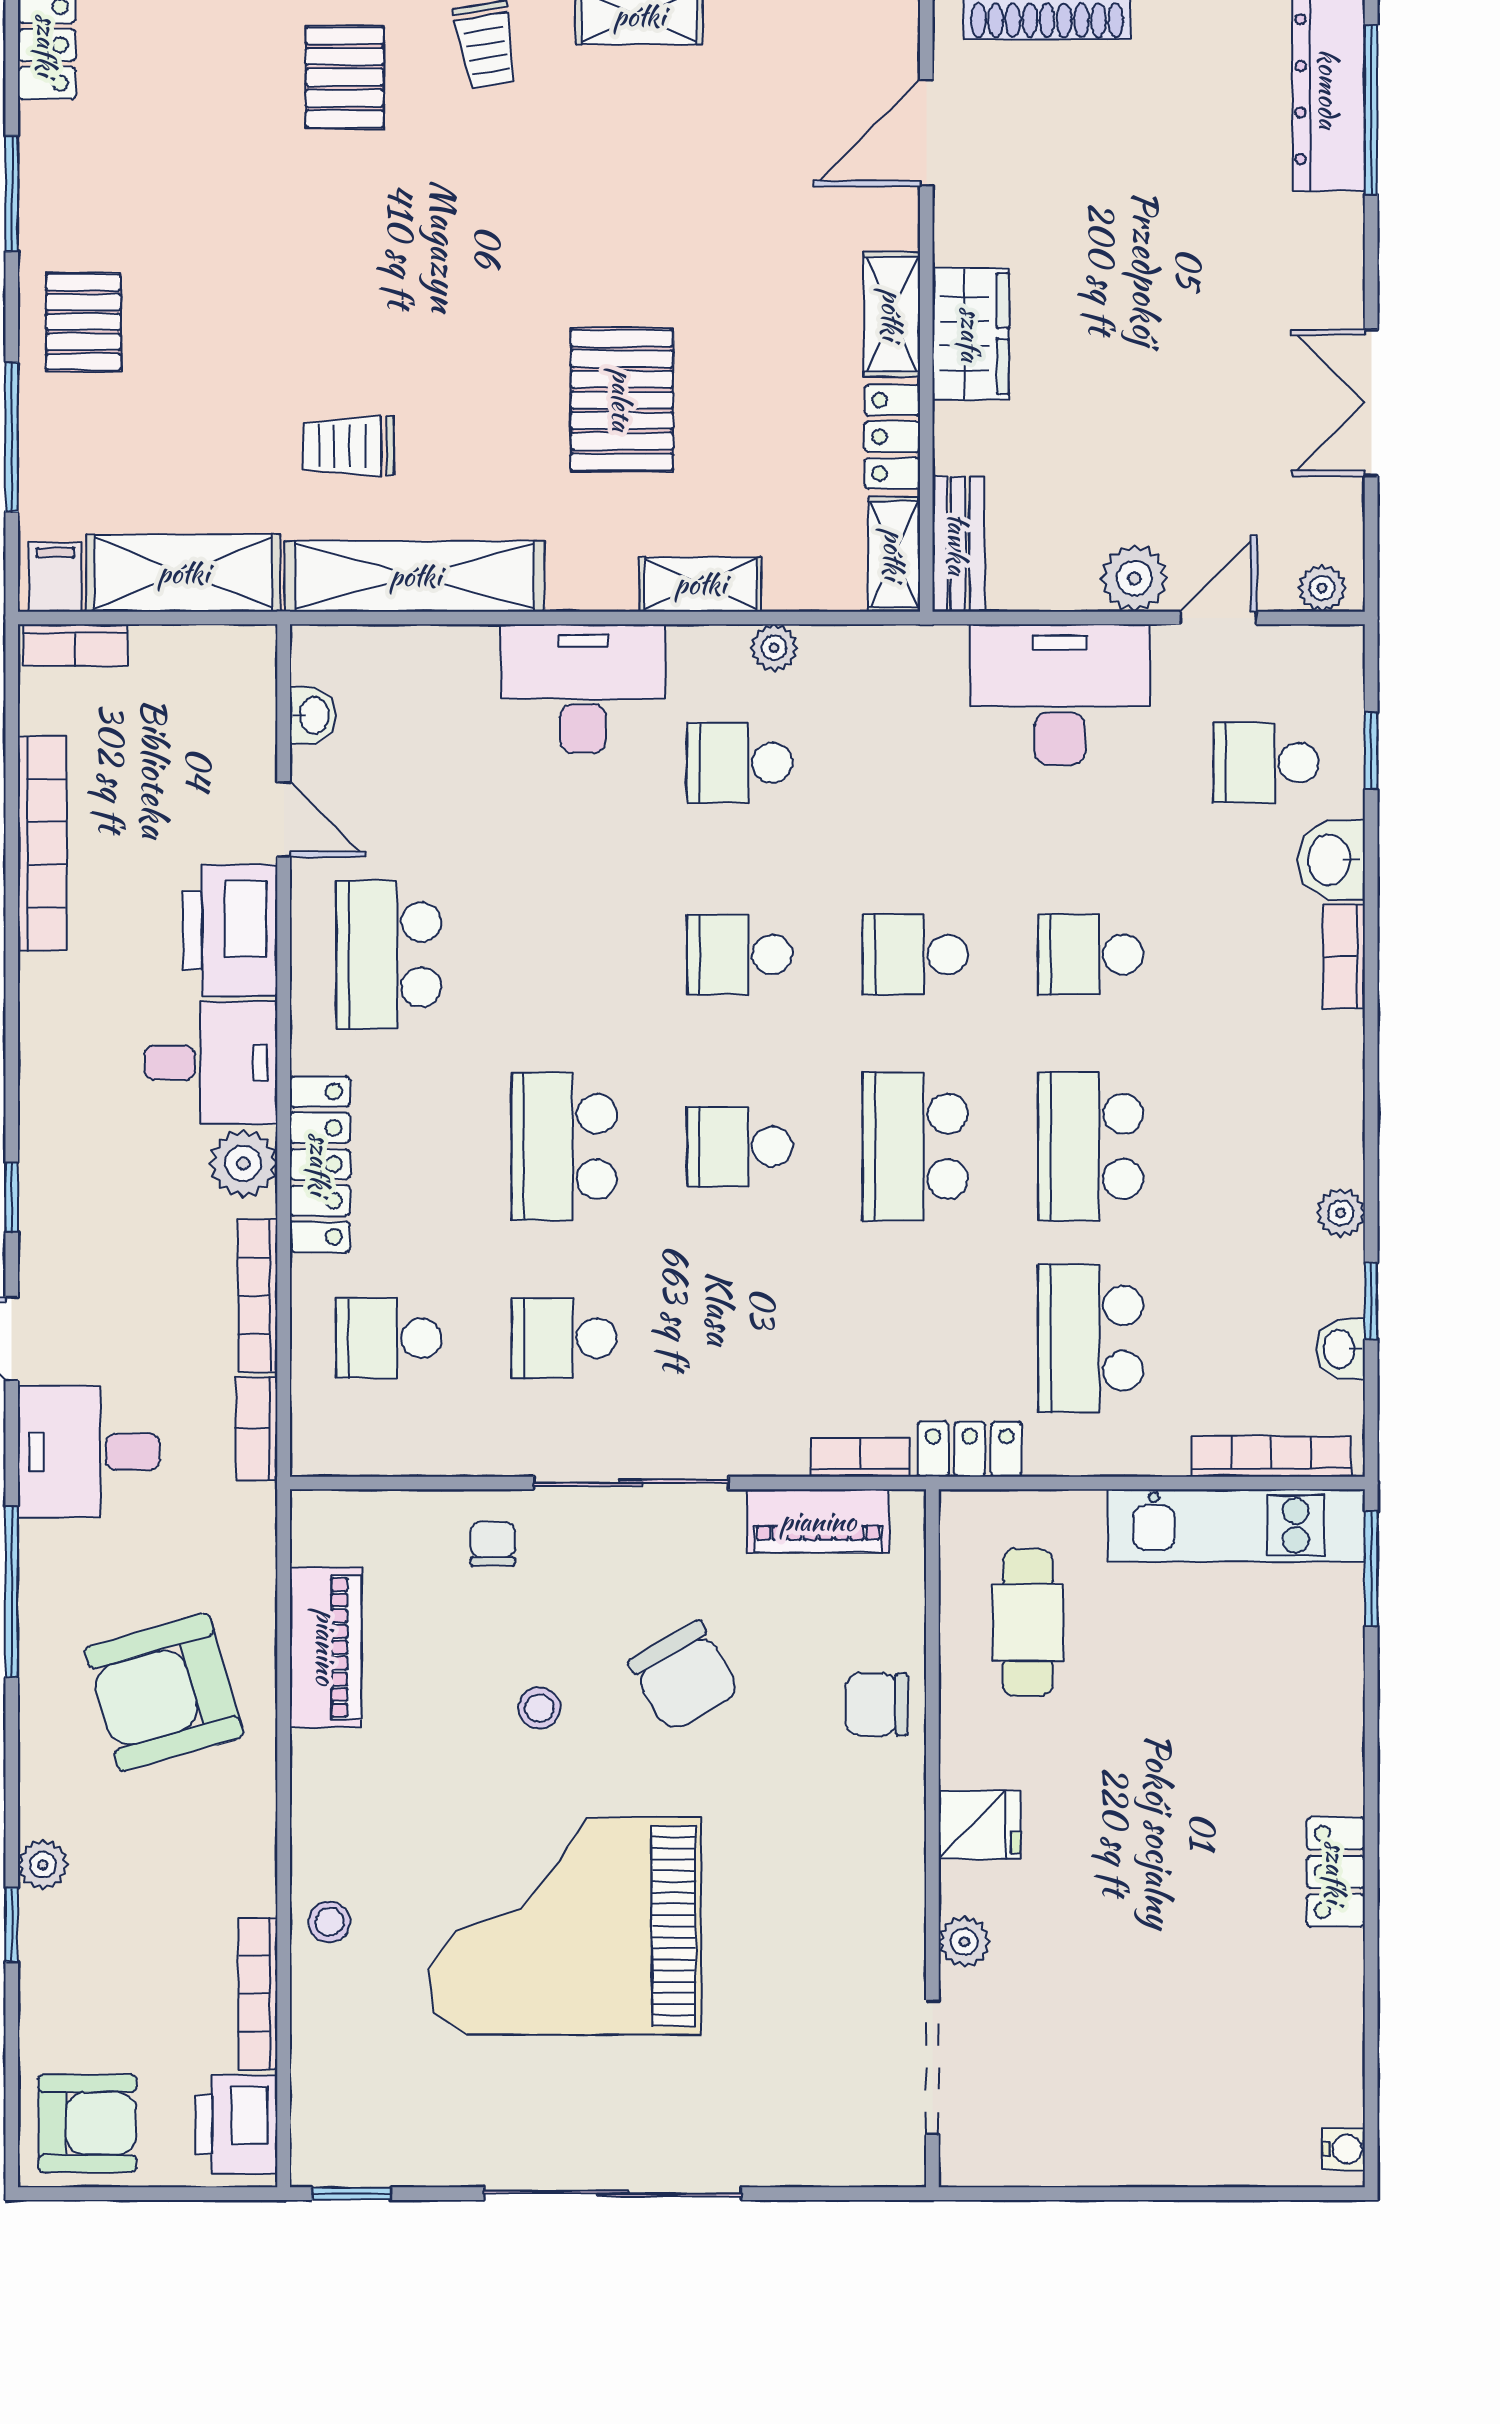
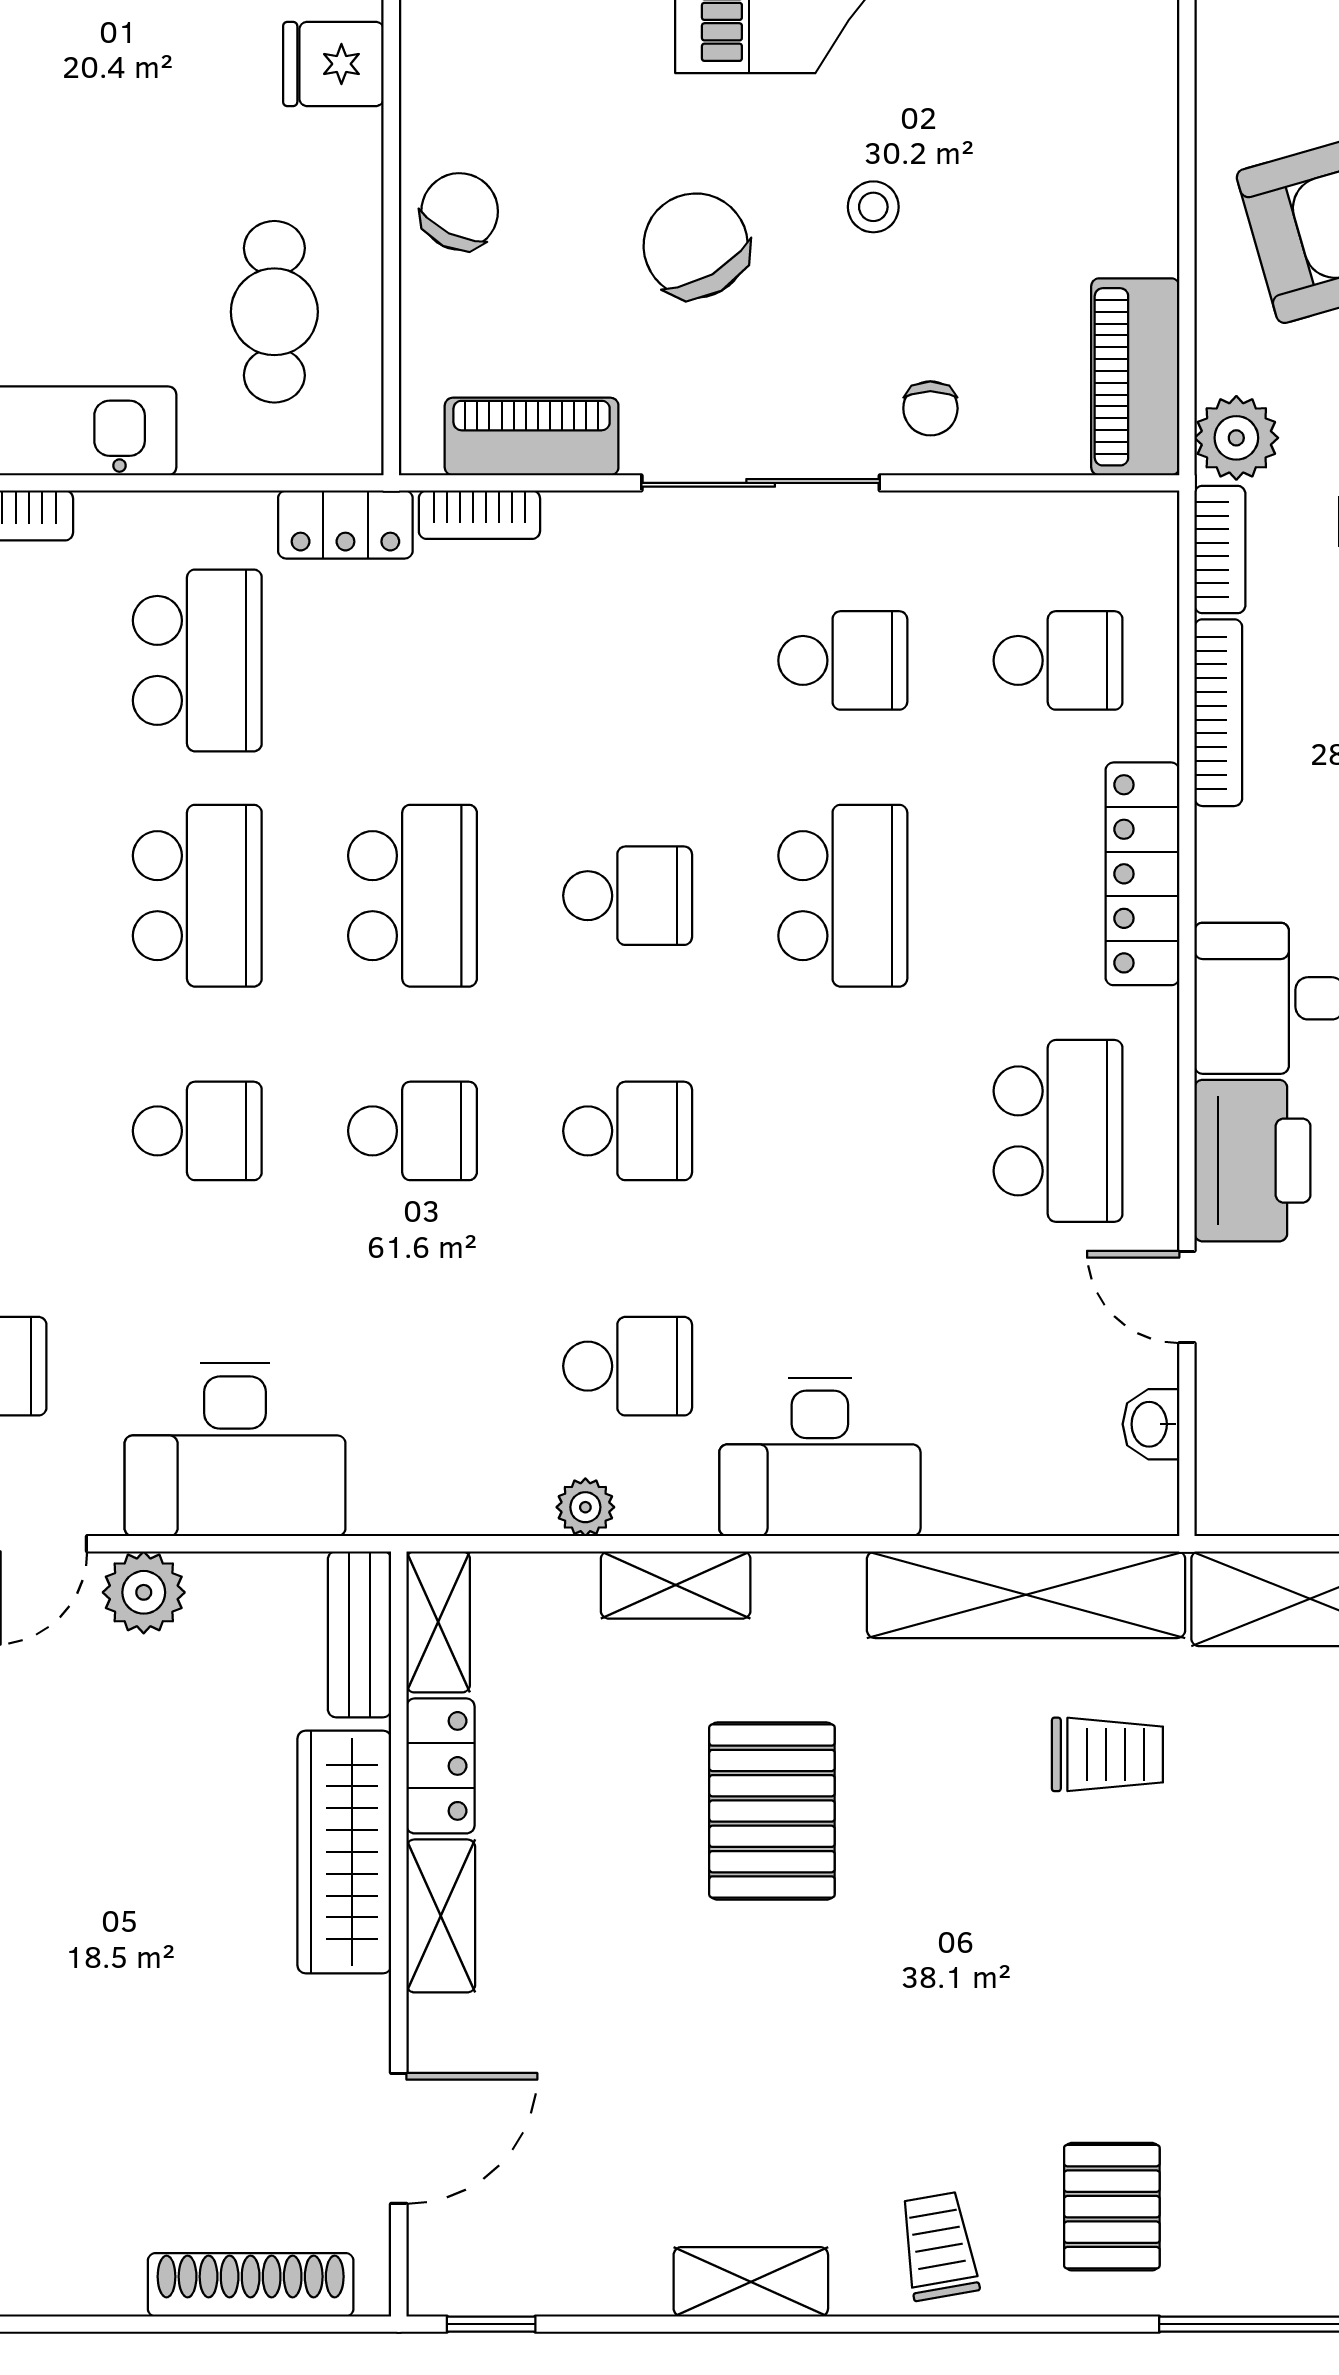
wardrobe: (971, 334) -> (344, 1852), width x1.50
plant: (243, 1163) -> (1236, 438), moved
piano: (326, 1647) -> (1135, 377), moved
chair: (877, 1704) -> (460, 211), turned -64

